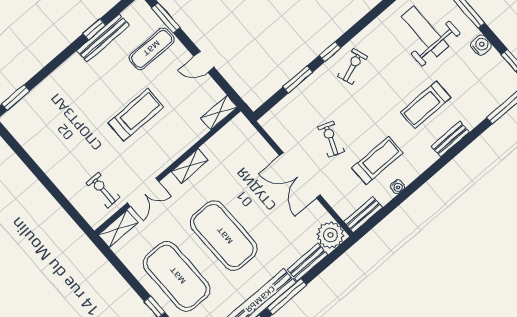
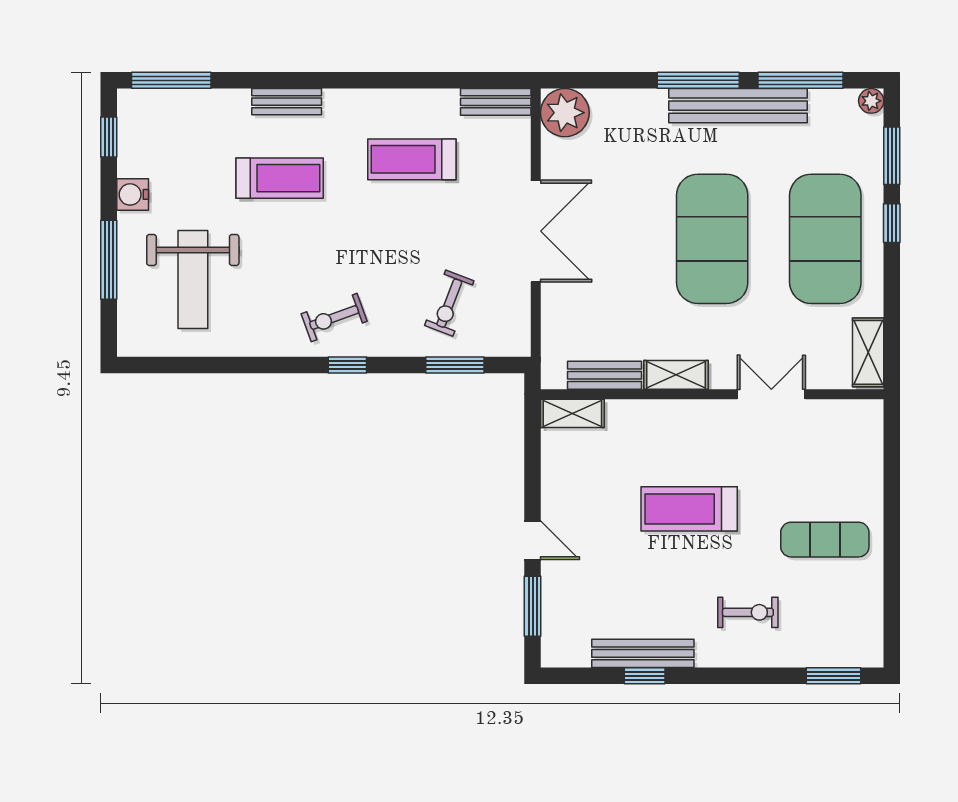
exercise mat: (152, 49) -> (825, 540), moved
door: (204, 62) -> (533, 540), moved
window: (298, 79) -> (455, 365), moved
exercise bike: (331, 139) -> (449, 303), moved
water cooler: (397, 187) -> (415, 99), removed
exercise bike: (103, 190) -> (748, 612), moved, turned -90
shelving: (118, 229) -> (868, 352), moved, turned 90
bench: (308, 262) -> (604, 375), moved

